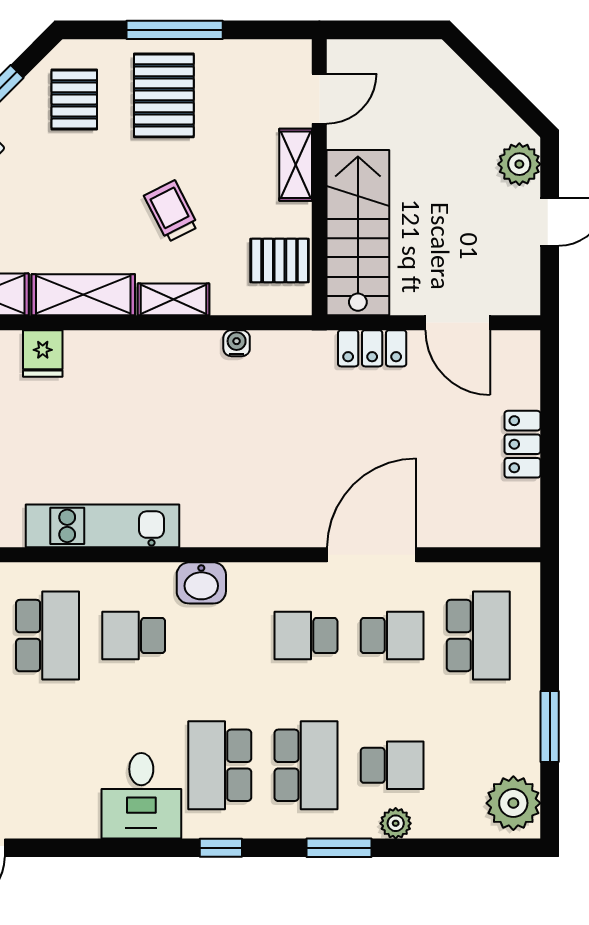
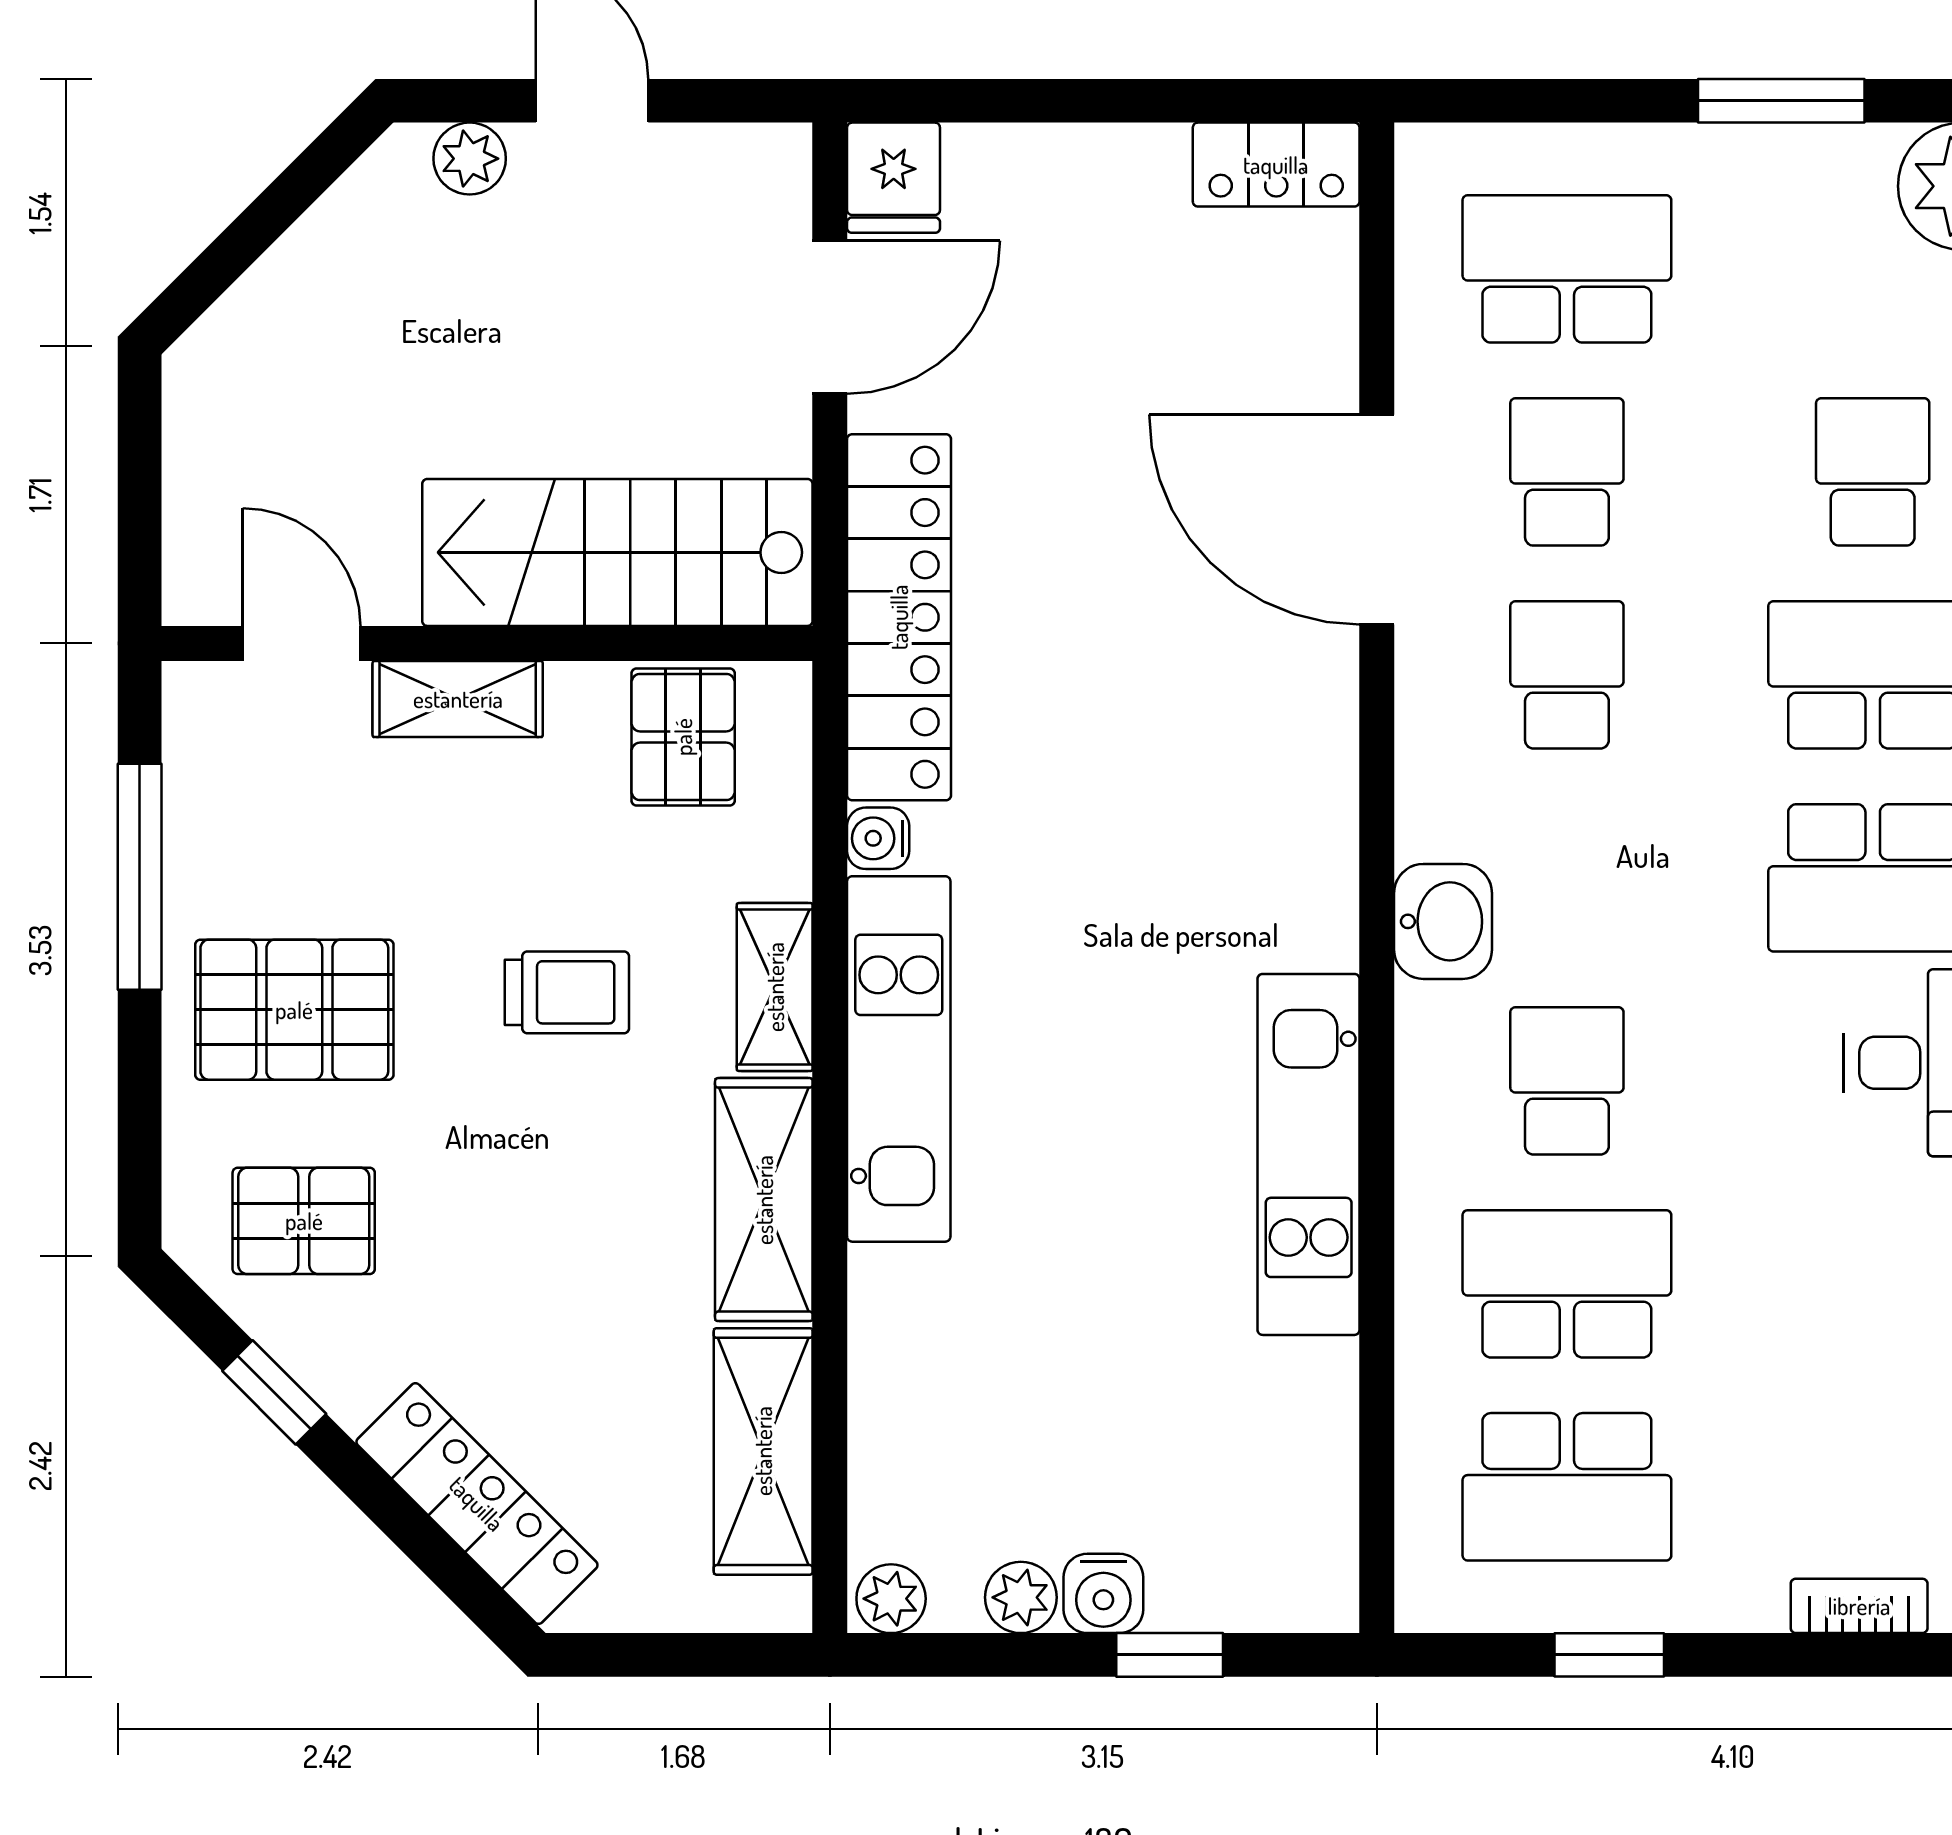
window: (175, 30) -> (140, 877), moved
plant: (519, 164) -> (470, 159), width x0.73, depth x0.73
trolley: (171, 211) -> (567, 992), turned -153
locker: (372, 348) -> (899, 617), width x2.16, depth x1.21
kitchen unit: (143, 352) -> (899, 1059), added
fridge: (43, 354) -> (894, 178), moved, turned 90
locker: (522, 444) -> (1276, 165), moved
school desk: (134, 636) -> (1567, 1081), turned 180
school desk: (306, 636) -> (1567, 675), turned 180

